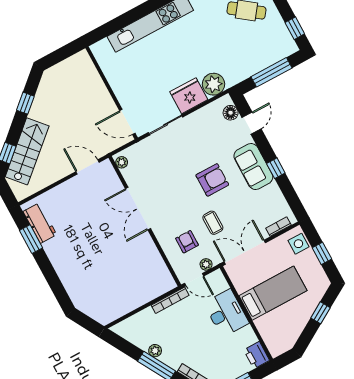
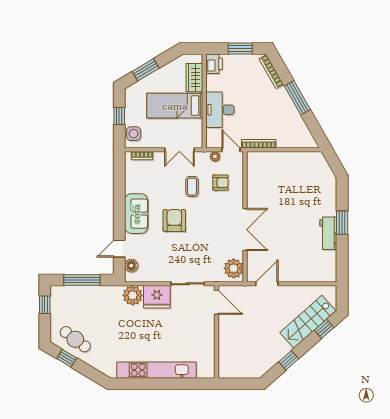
plant: (122, 162) -> (234, 268), width x1.87, depth x1.87
door: (87, 167) -> (267, 284), swing flipped
window: (276, 168) -> (119, 203), removed
armchair: (212, 180) -> (174, 220), turned 90
workbench: (40, 223) -> (328, 233), moved
window: (31, 239) -> (342, 223), moved
armchair: (187, 242) -> (220, 183), turned -90
double door: (245, 252) -> (179, 150), width x0.73
window: (321, 313) -> (146, 70), width x1.50
wardrobe: (268, 331) -> (194, 78), added
plant: (155, 351) -> (292, 111), removed

